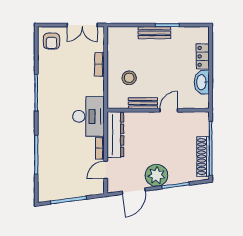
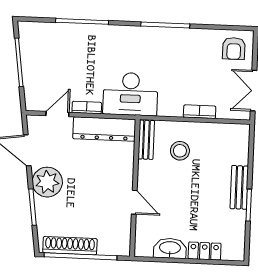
armchair: (52, 41) -> (234, 48), turned -90
bench: (143, 103) -> (146, 140), moved
door: (106, 170) -> (57, 114), hinge flipped

